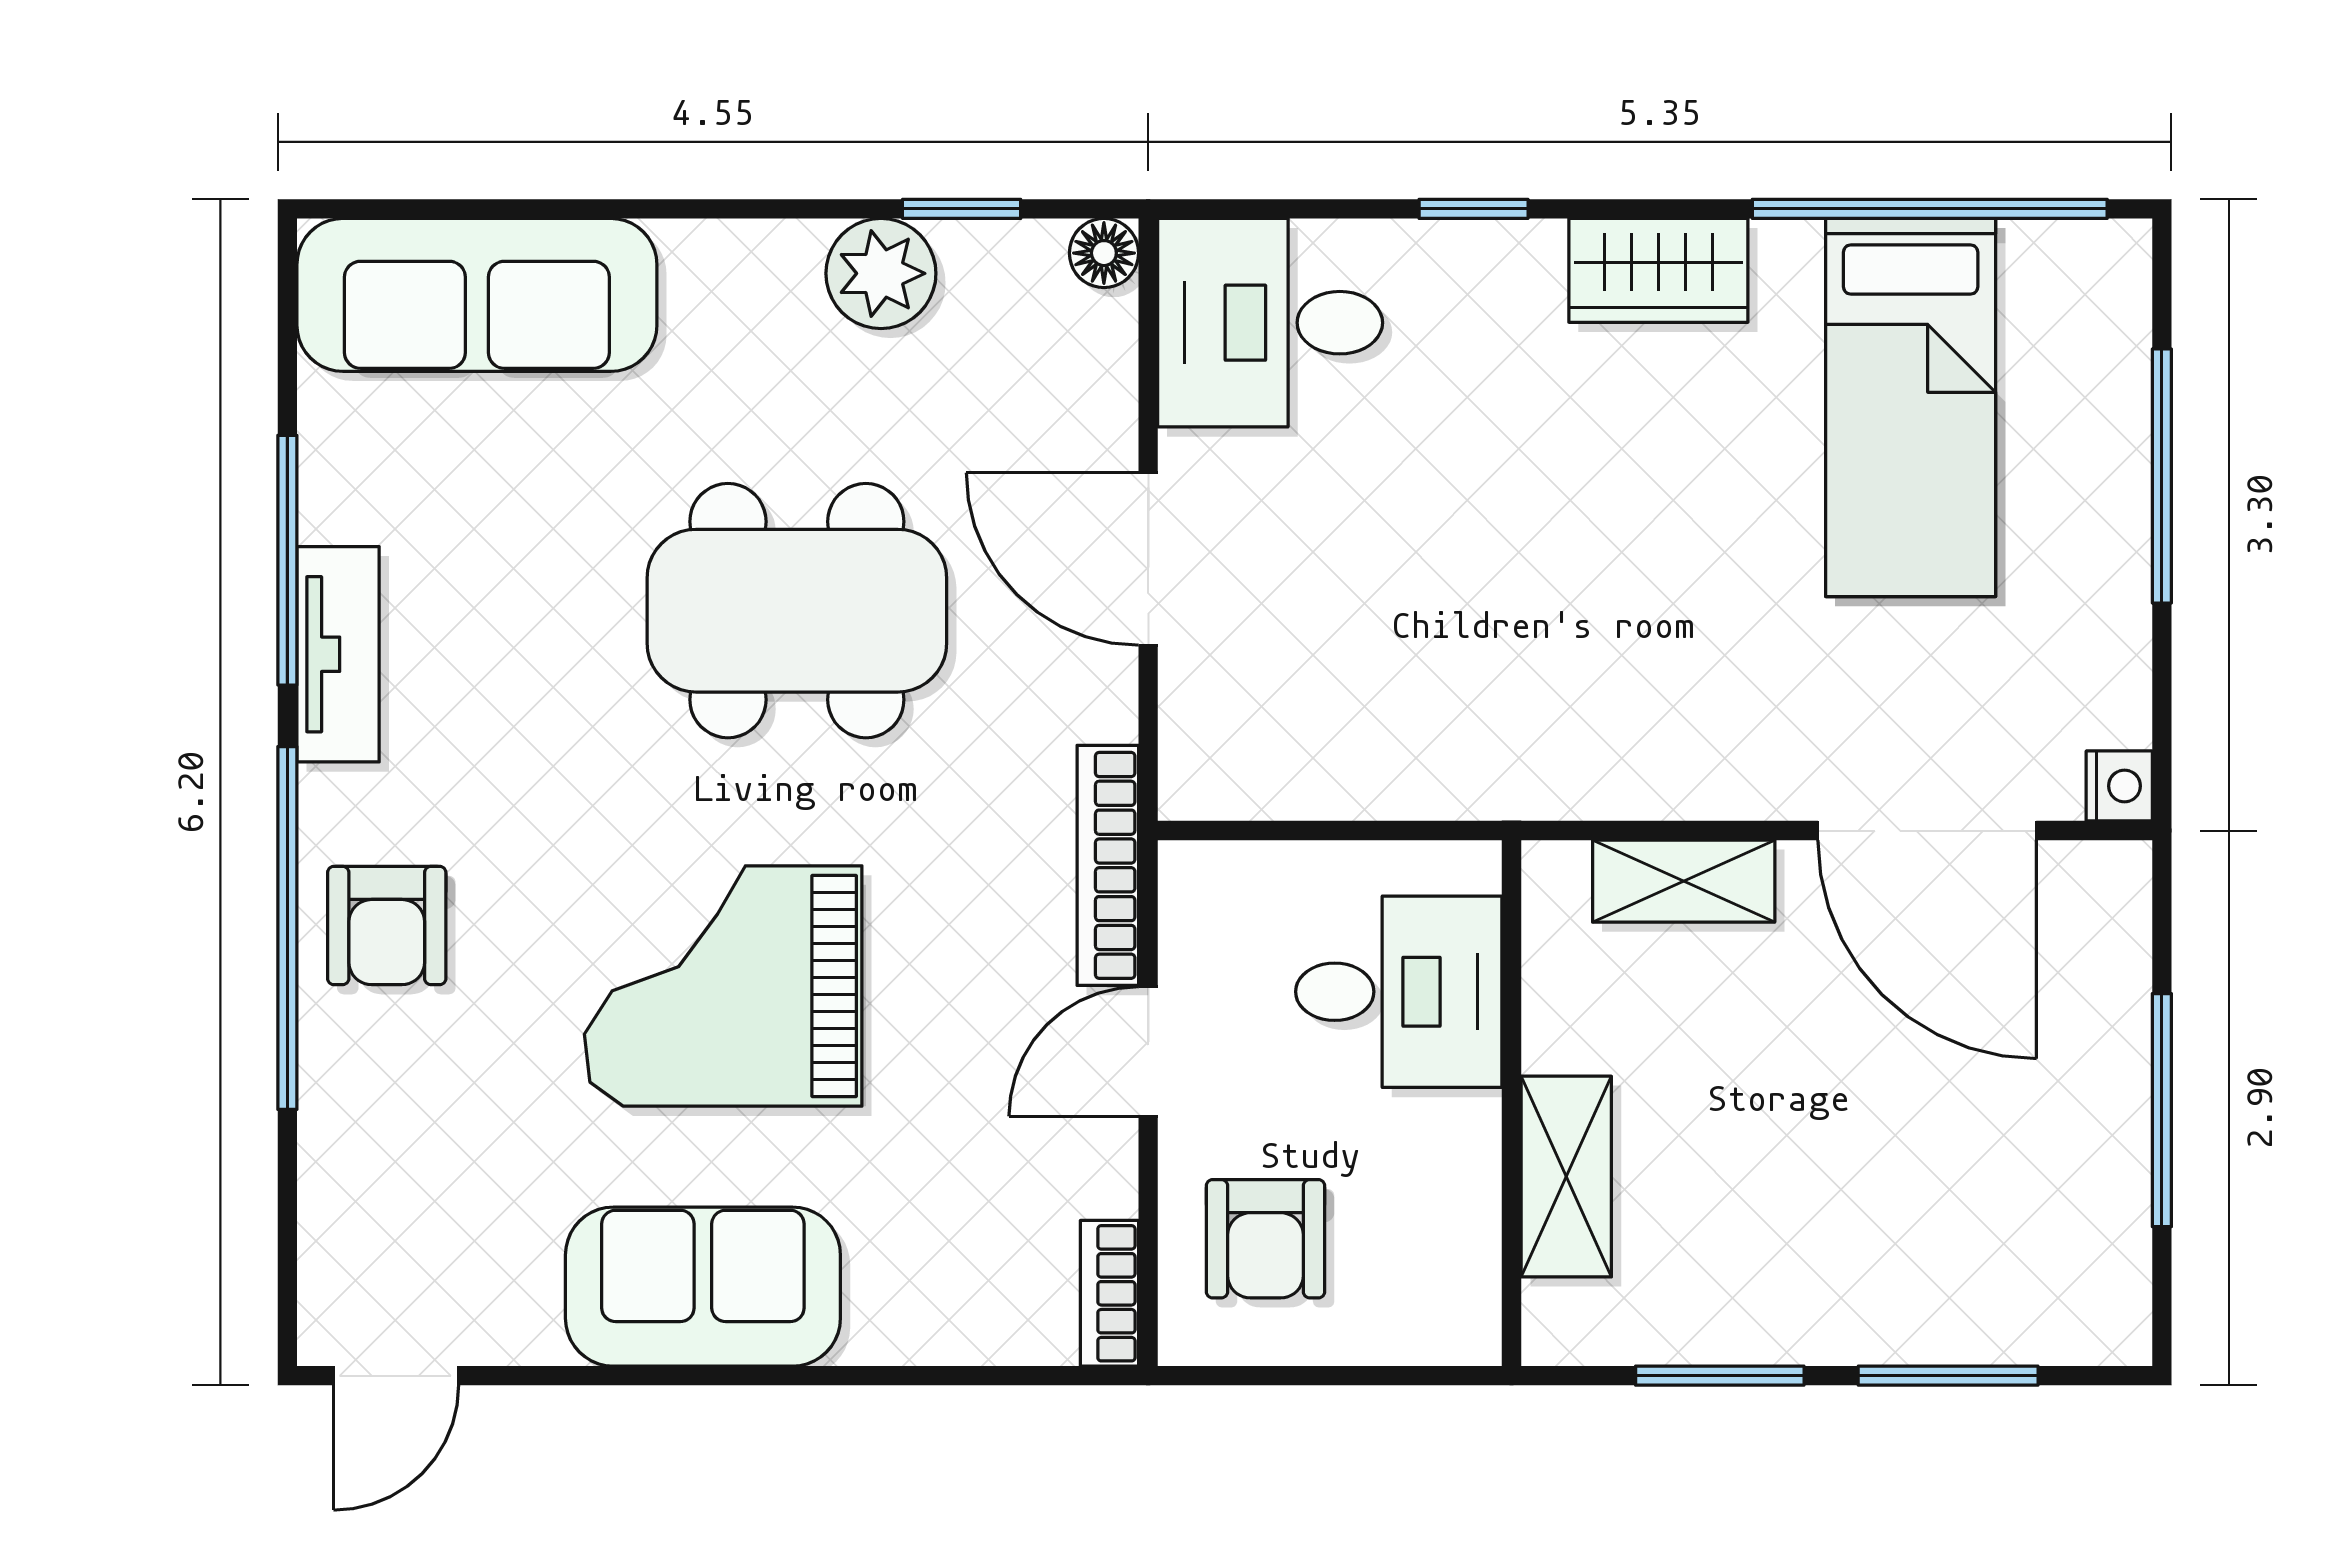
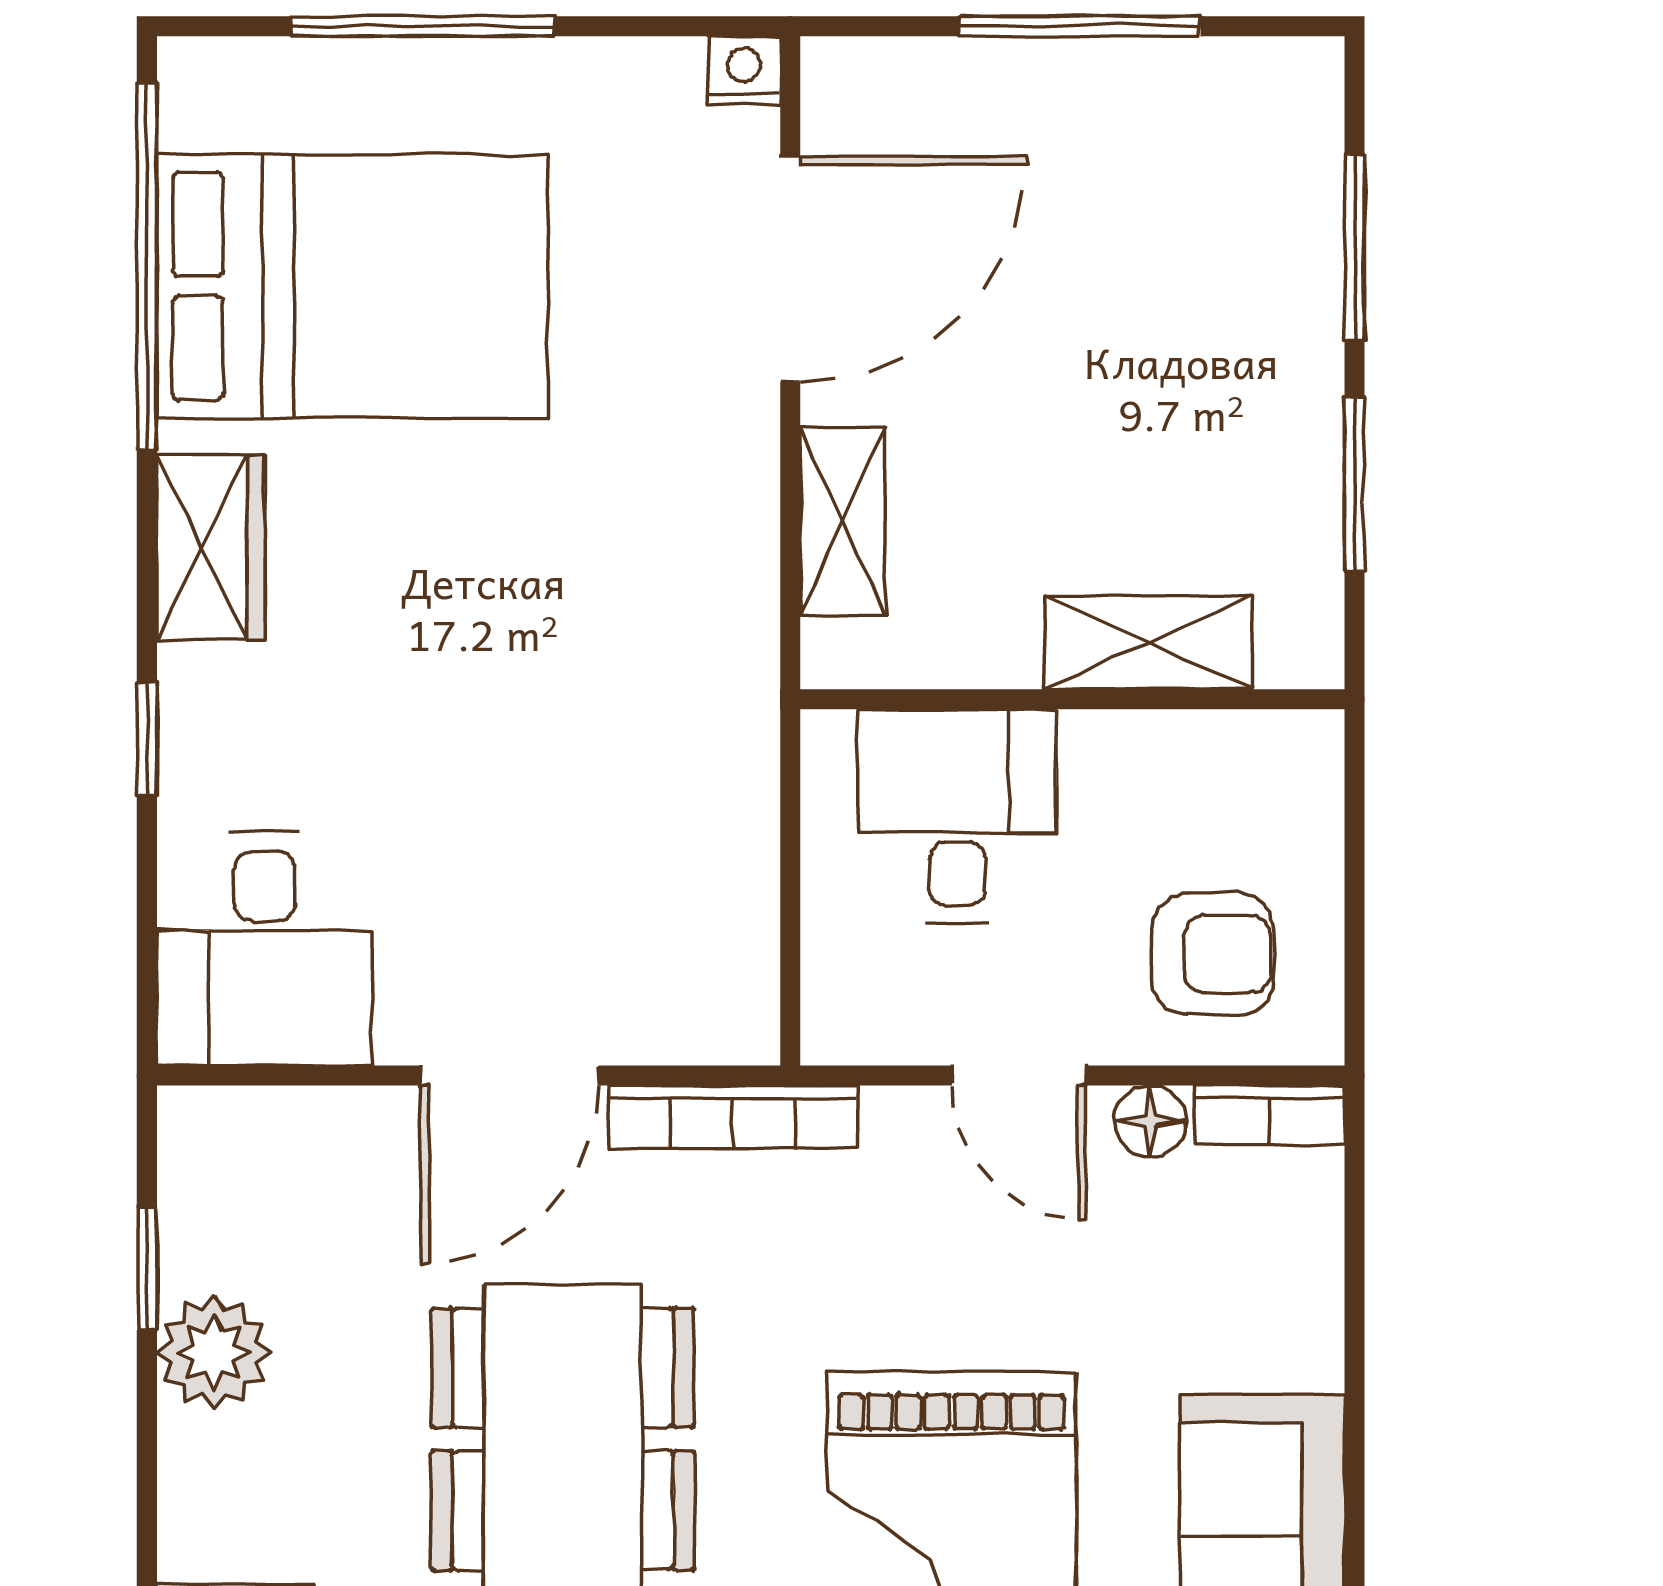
floor lamp: (1104, 253) -> (1150, 1121), moved
bed: (1911, 407) -> (352, 286), width x1.50
bookcase: (1108, 865) -> (733, 1117), moved

